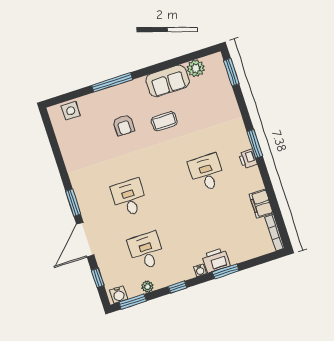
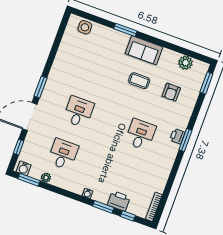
sofa: (168, 81) -> (144, 50), moved
window: (112, 82) -> (125, 30), width x0.69
armchair: (124, 125) -> (171, 92), moved
printer: (248, 159) -> (177, 136), moved
filing cabinet: (261, 204) -> (160, 181), removed
printer: (216, 260) -> (119, 201), moved
window: (178, 287) -> (128, 216), moved

